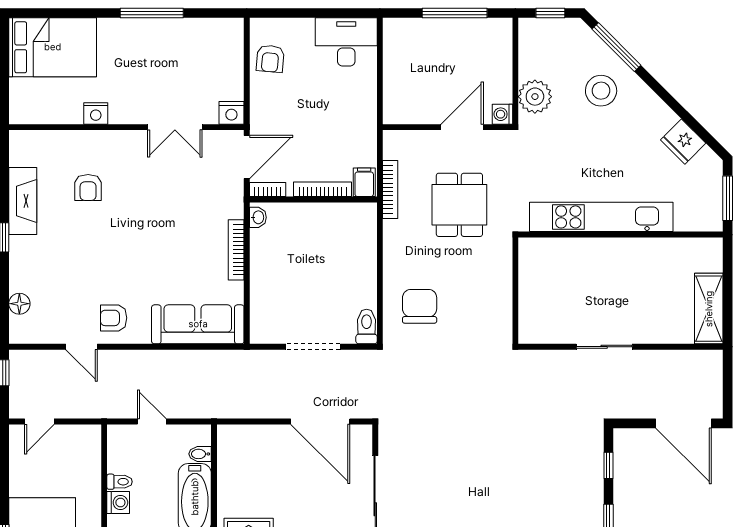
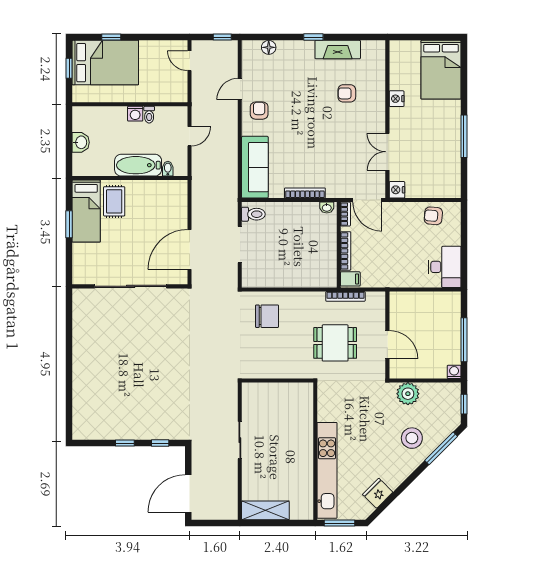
washing machine: (503, 114) -> (454, 372), moved
kitchen unit: (601, 217) -> (327, 470), moved
toilet: (367, 327) -> (253, 214), moved

